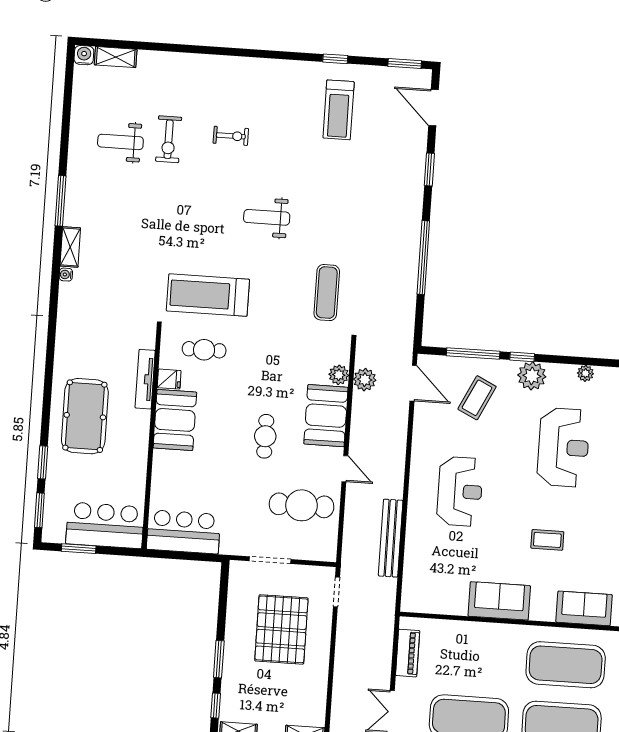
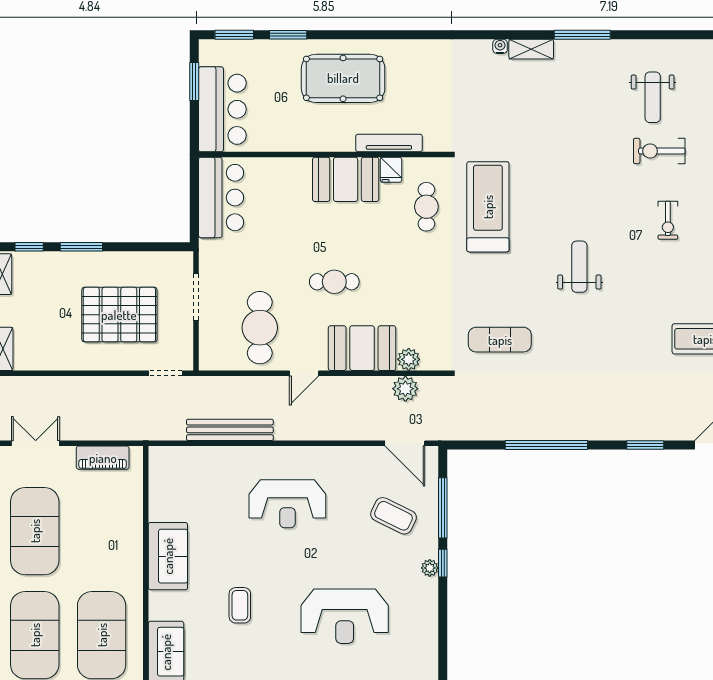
weight bench: (120, 142) -> (653, 97), turned 180
plant: (585, 373) -> (429, 635), removed
plant: (532, 376) -> (430, 568), width x0.53, depth x0.53
door: (413, 383) -> (405, 443), hinge flipped

